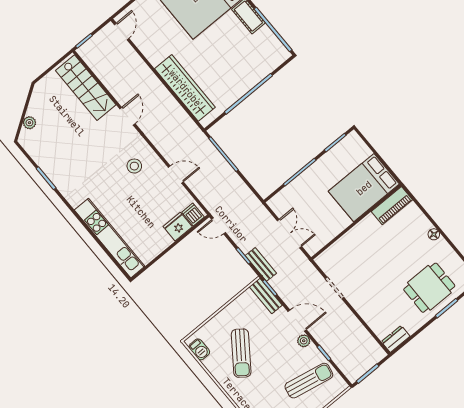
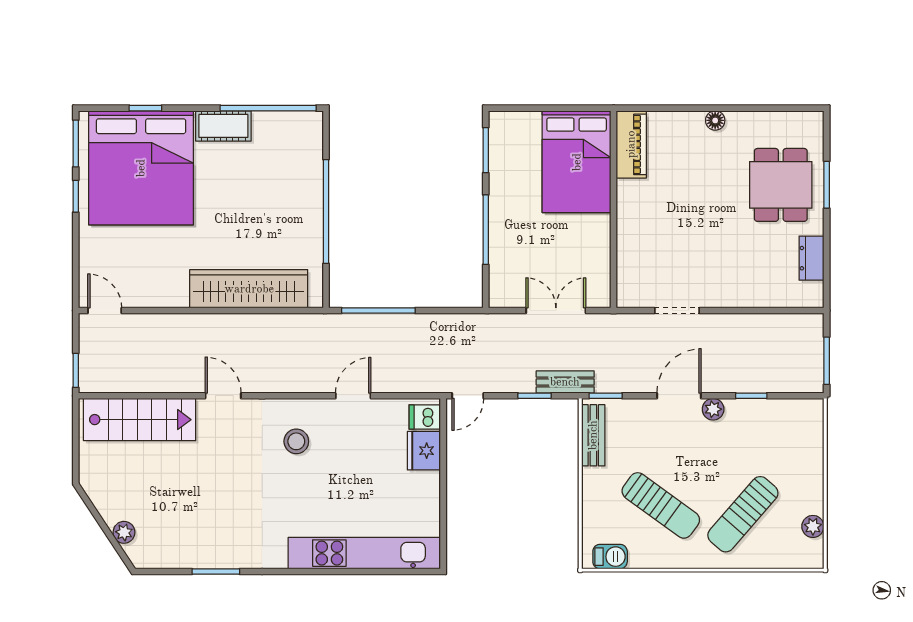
bench: (266, 296) -> (593, 435), moved, turned 90
dresser: (396, 339) -> (812, 258), moved
sun lounger: (309, 381) -> (743, 514), moved, turned -150

